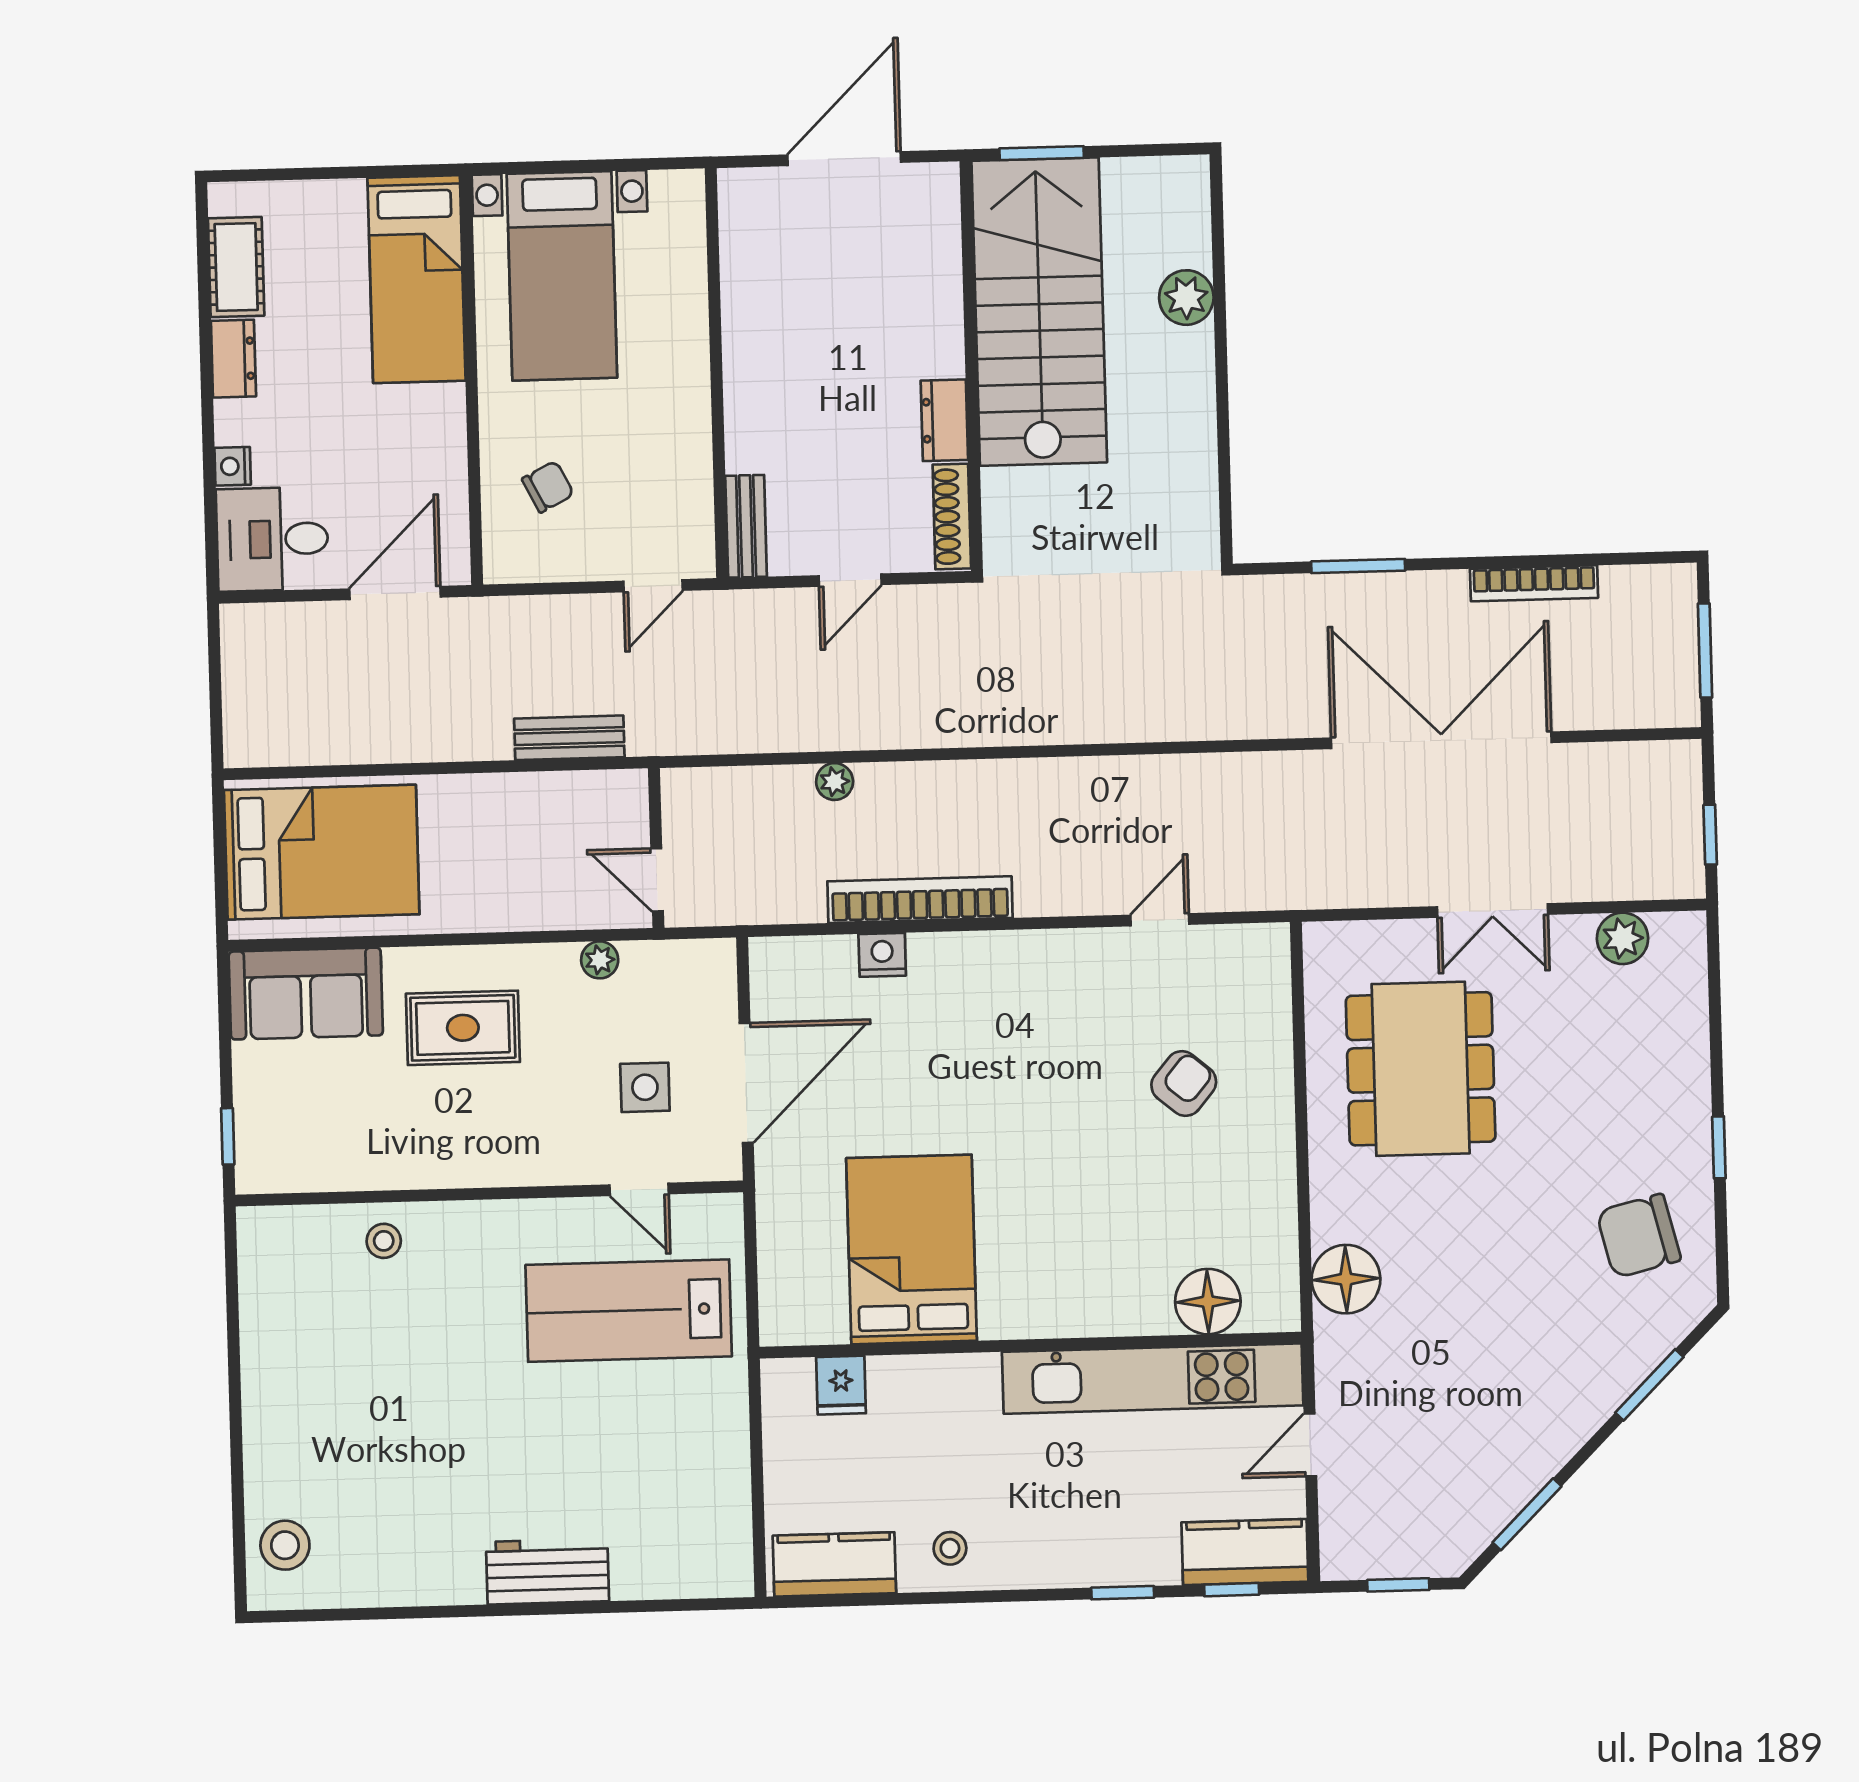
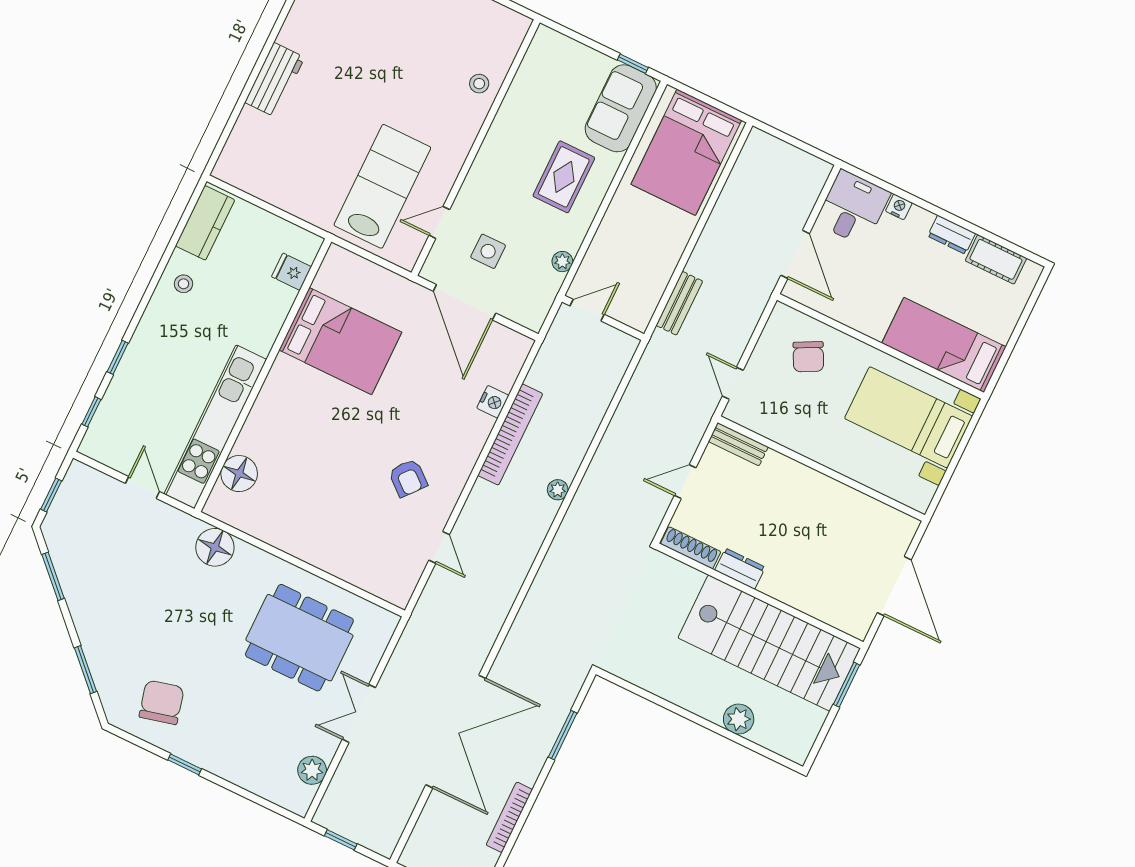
chair: (548, 487) -> (808, 357), width x1.37, depth x1.37
door: (850, 580) -> (685, 482), hinge flipped
plant: (835, 782) -> (558, 490), moved
armchair: (1184, 1084) -> (408, 478), moved
window: (228, 1136) -> (633, 64), moved
kitchen counter: (1245, 1552) -> (106, 428), removed

